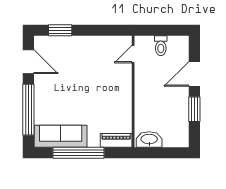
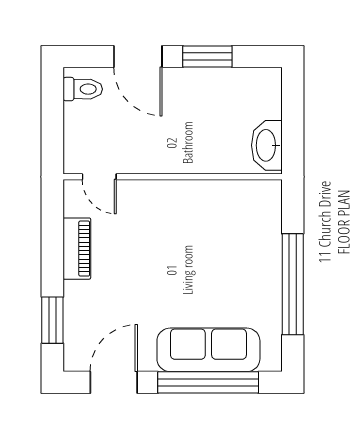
toilet: (161, 46) -> (83, 89), moved
sofa: (61, 136) -> (208, 350), moved, turned 90
piano: (116, 140) -> (77, 249), moved, turned 180

